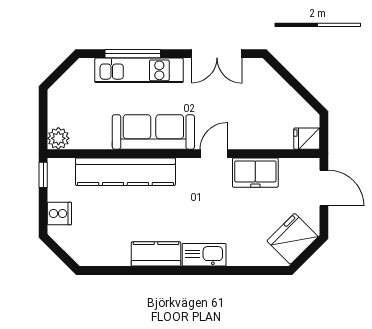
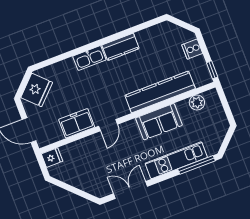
window: (133, 54) -> (196, 165), moved
sofa: (153, 132) -> (159, 122), width x0.73
plant: (58, 138) -> (197, 102), moved

